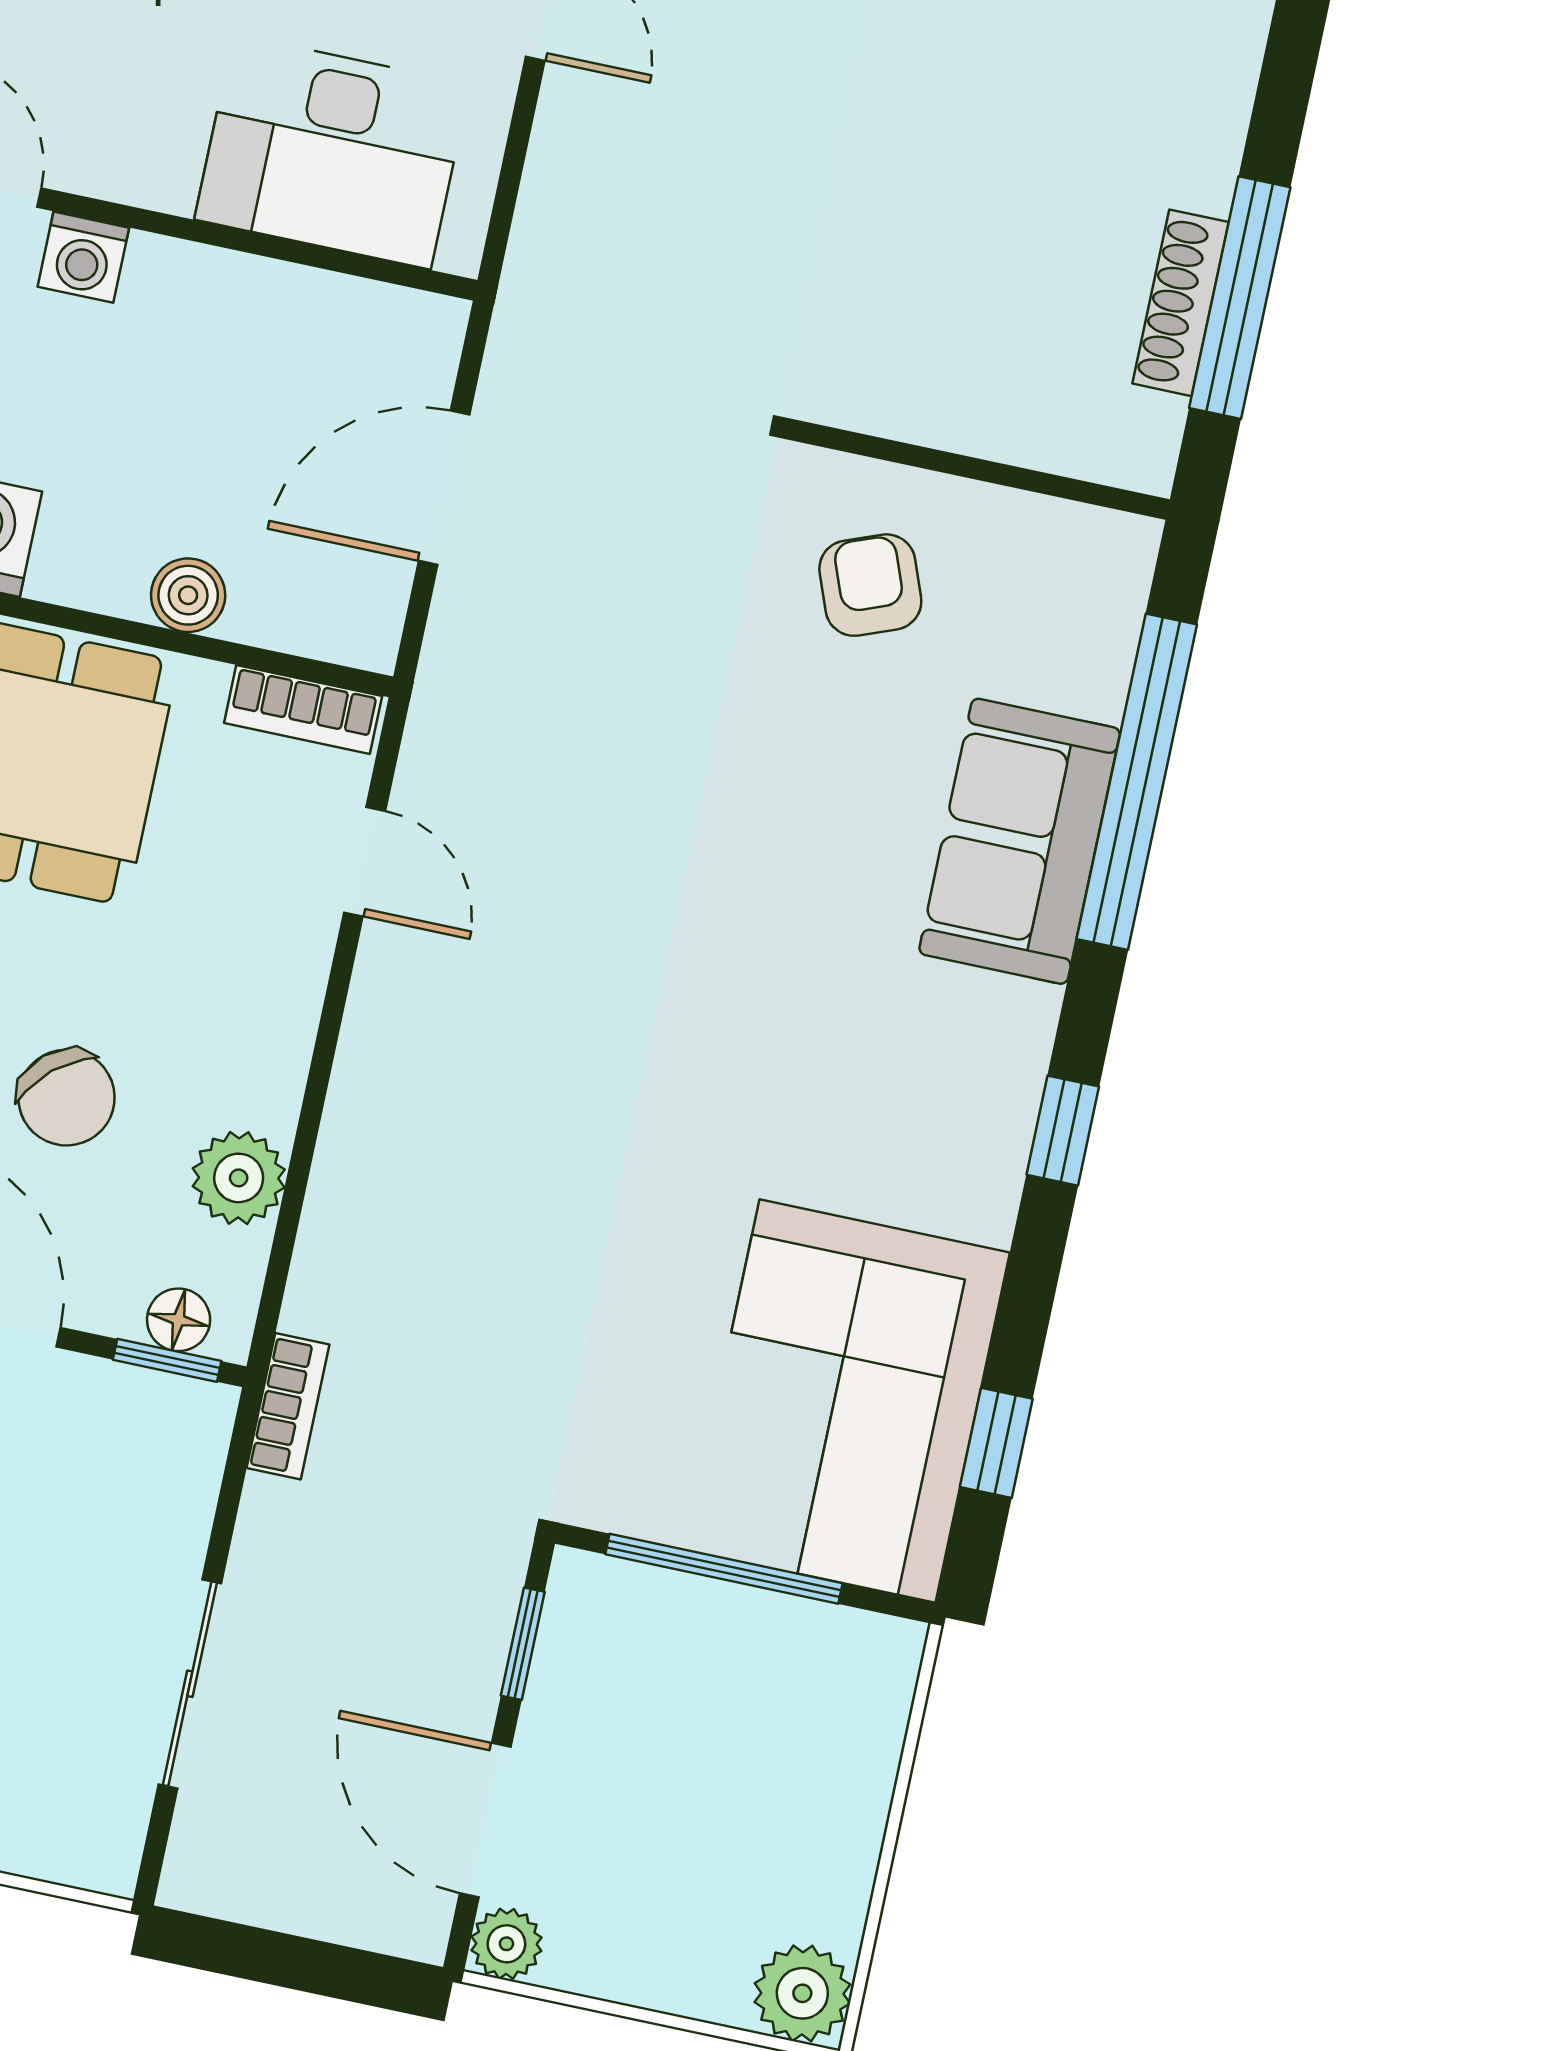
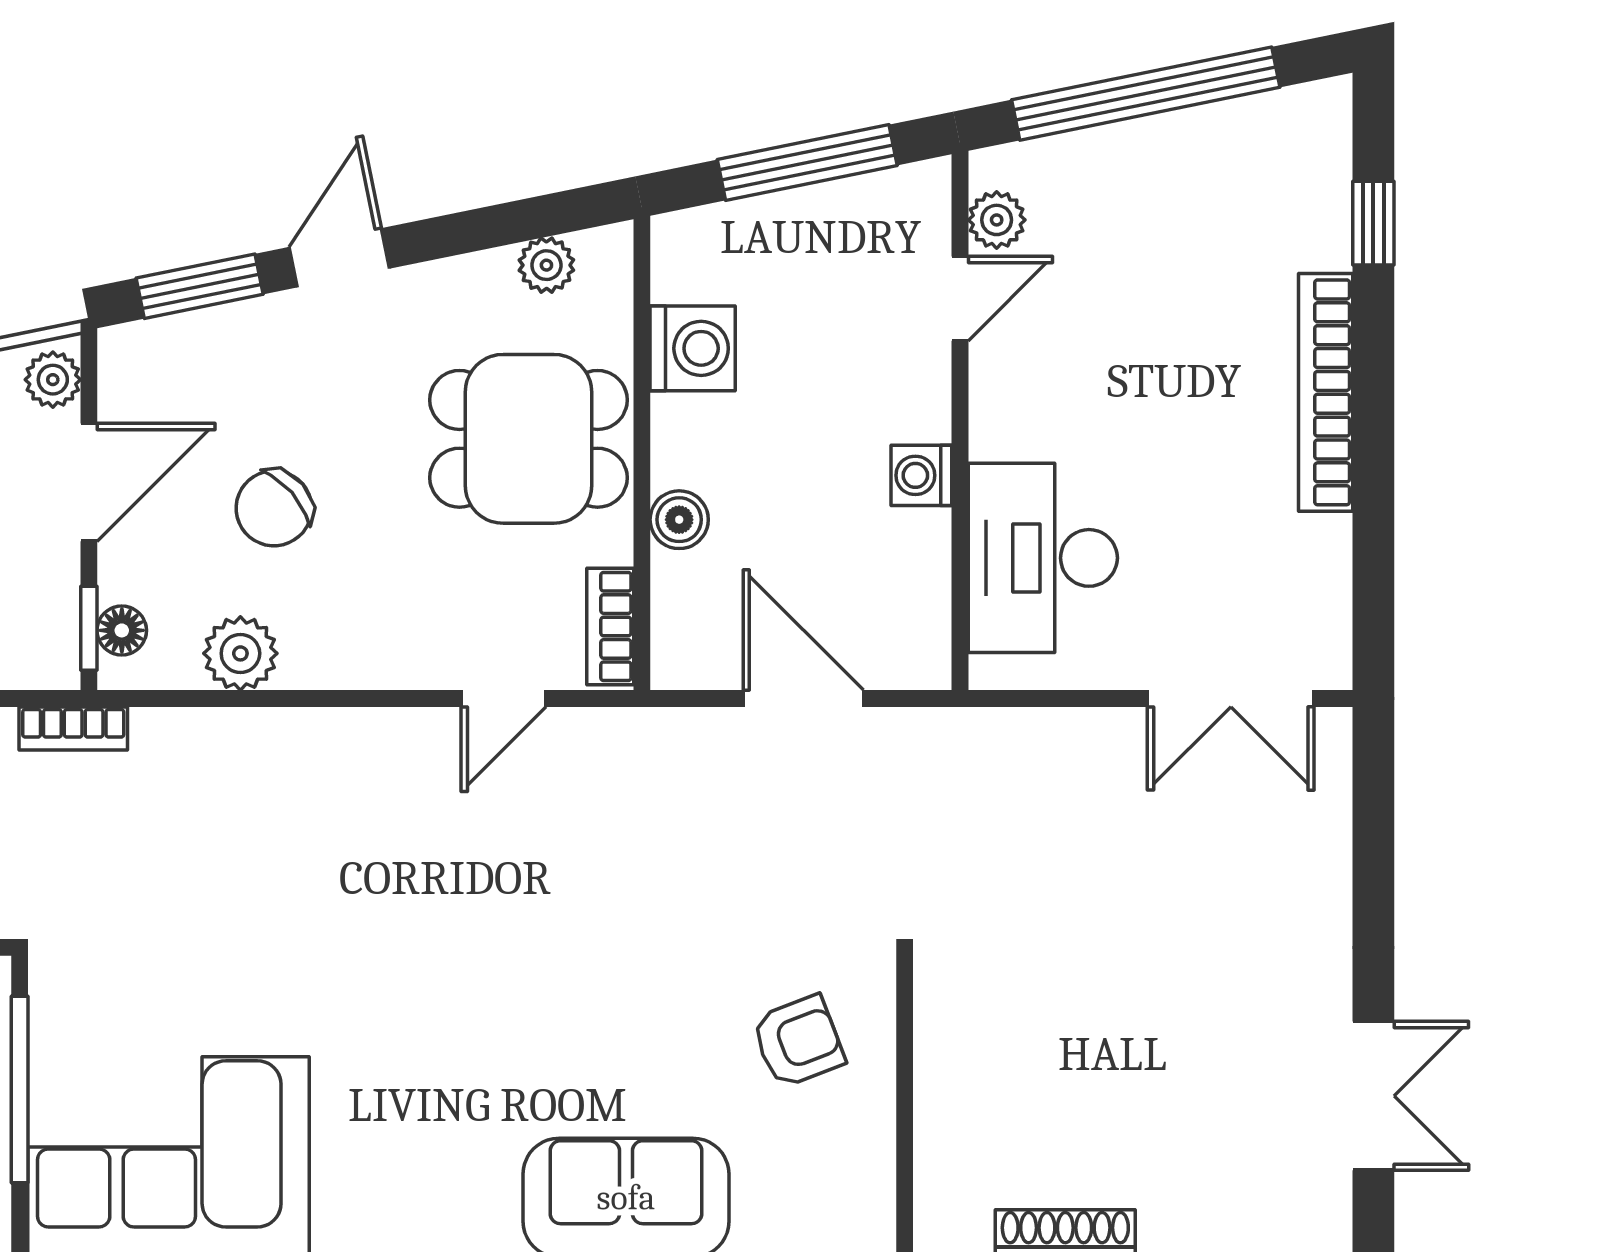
washing machine: (83, 257) -> (921, 475), moved

